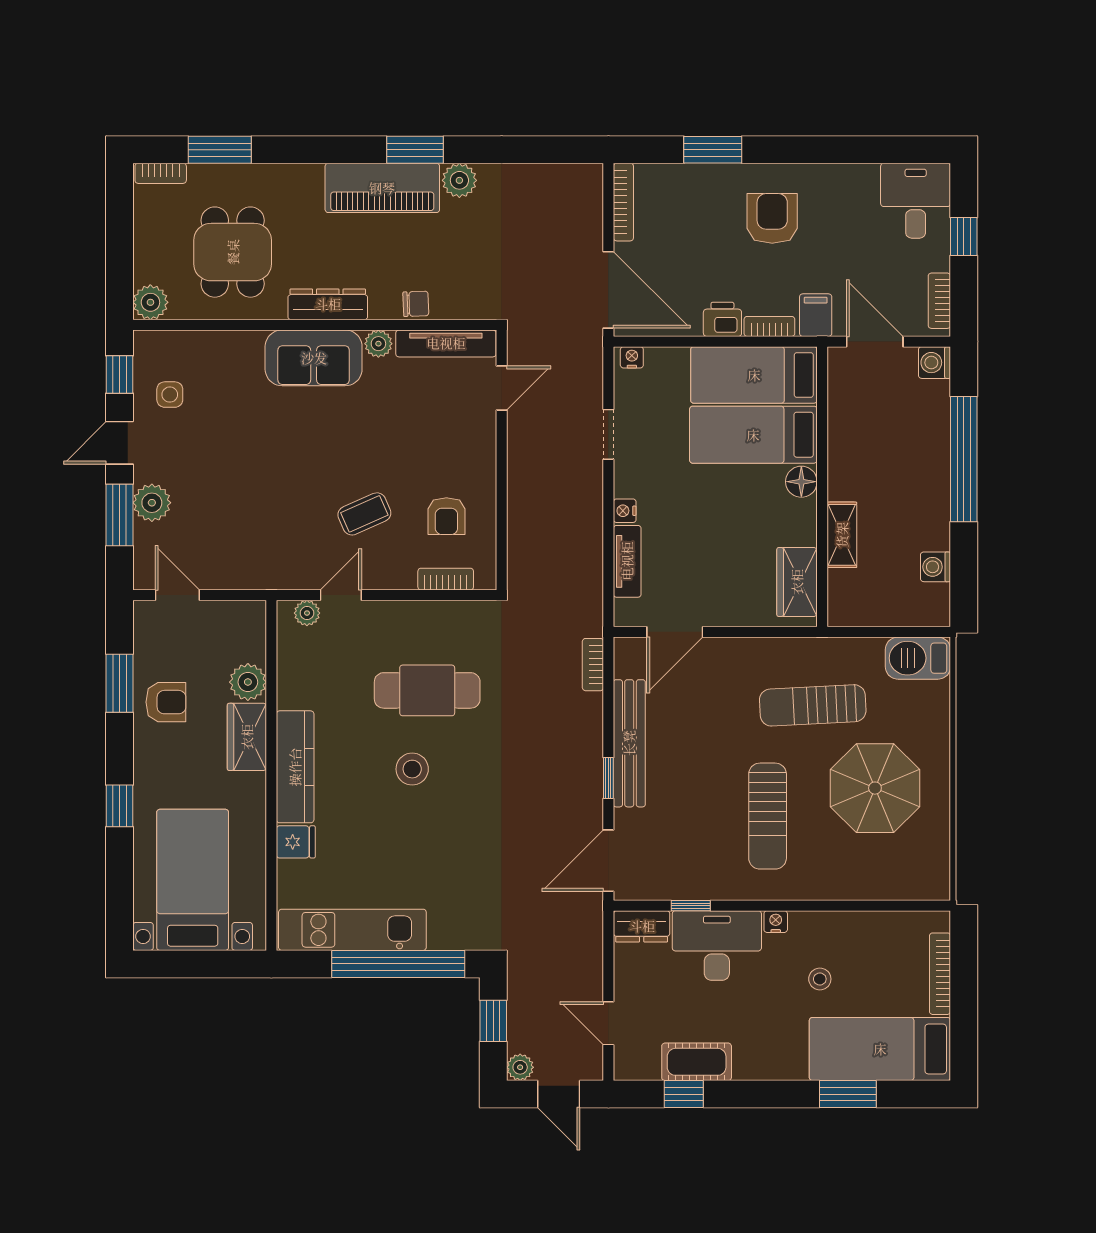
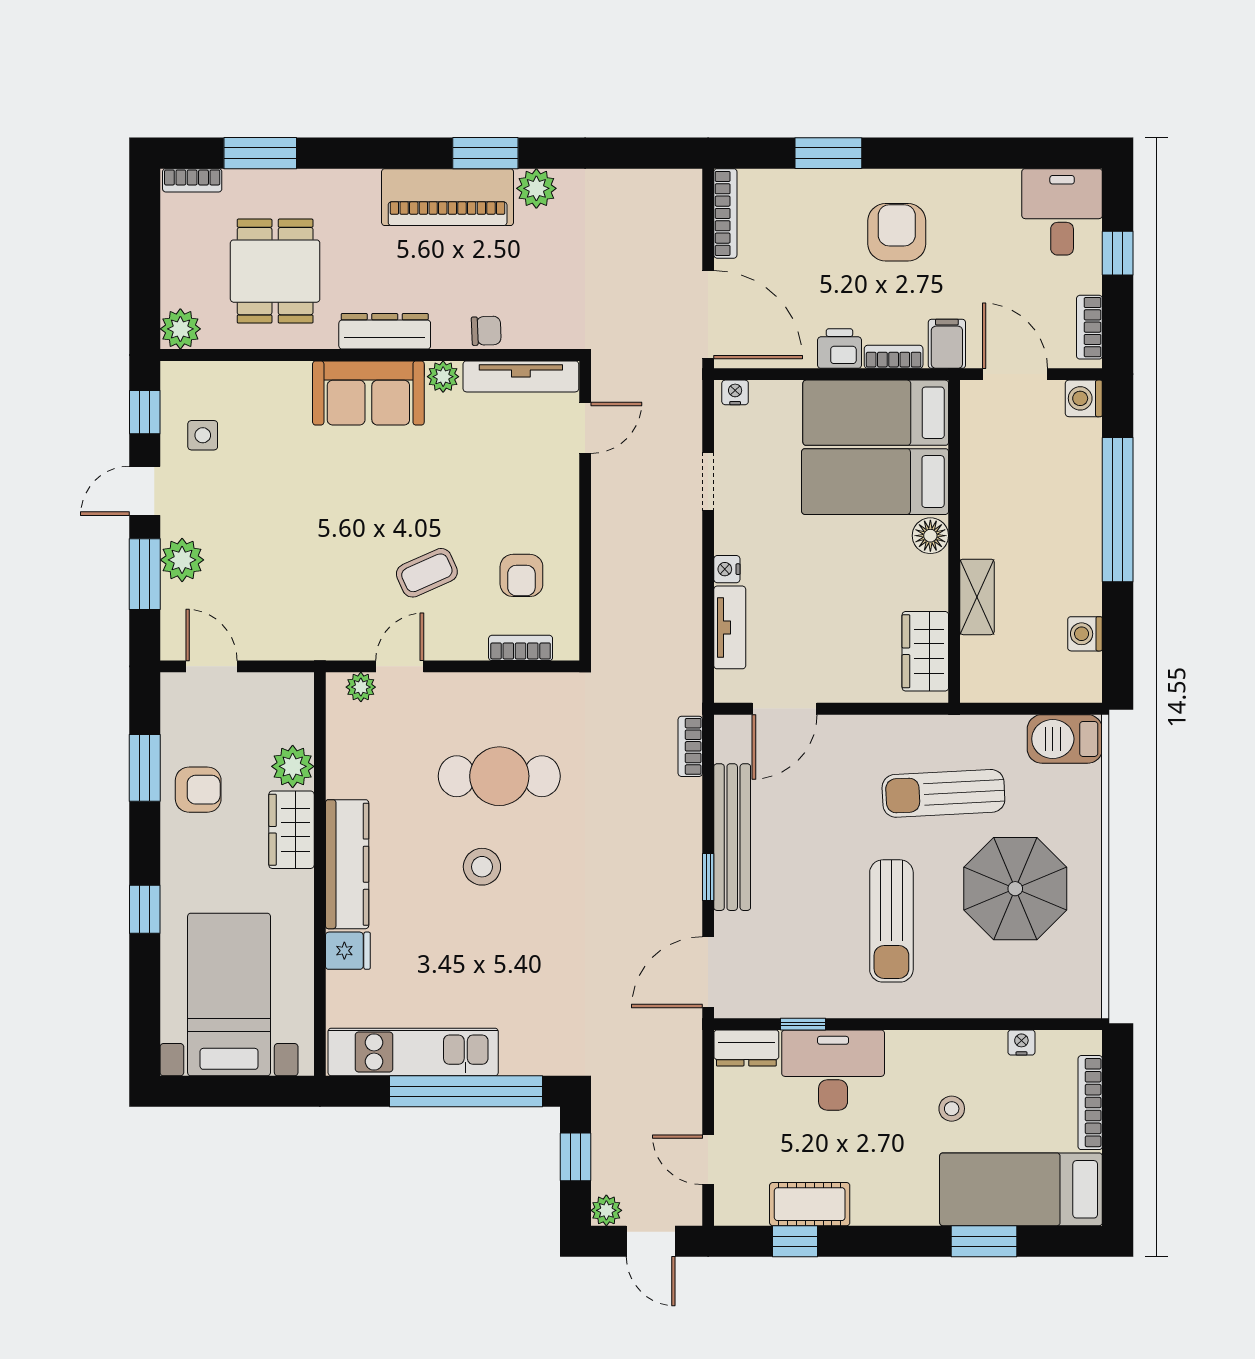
nightstand: (776, 922) -> (1021, 1042), moved

